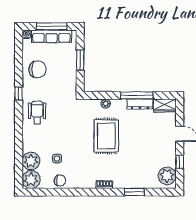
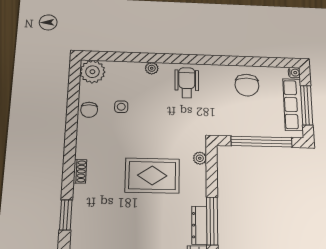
window: (80, 60) -> (262, 142), width x2.11
window: (19, 94) -> (213, 60), removed
plant: (106, 104) -> (200, 158), moved
wheelchair: (37, 113) -> (187, 83), turned -90
plant: (31, 161) -> (152, 68), moved, width x0.53, depth x0.53

